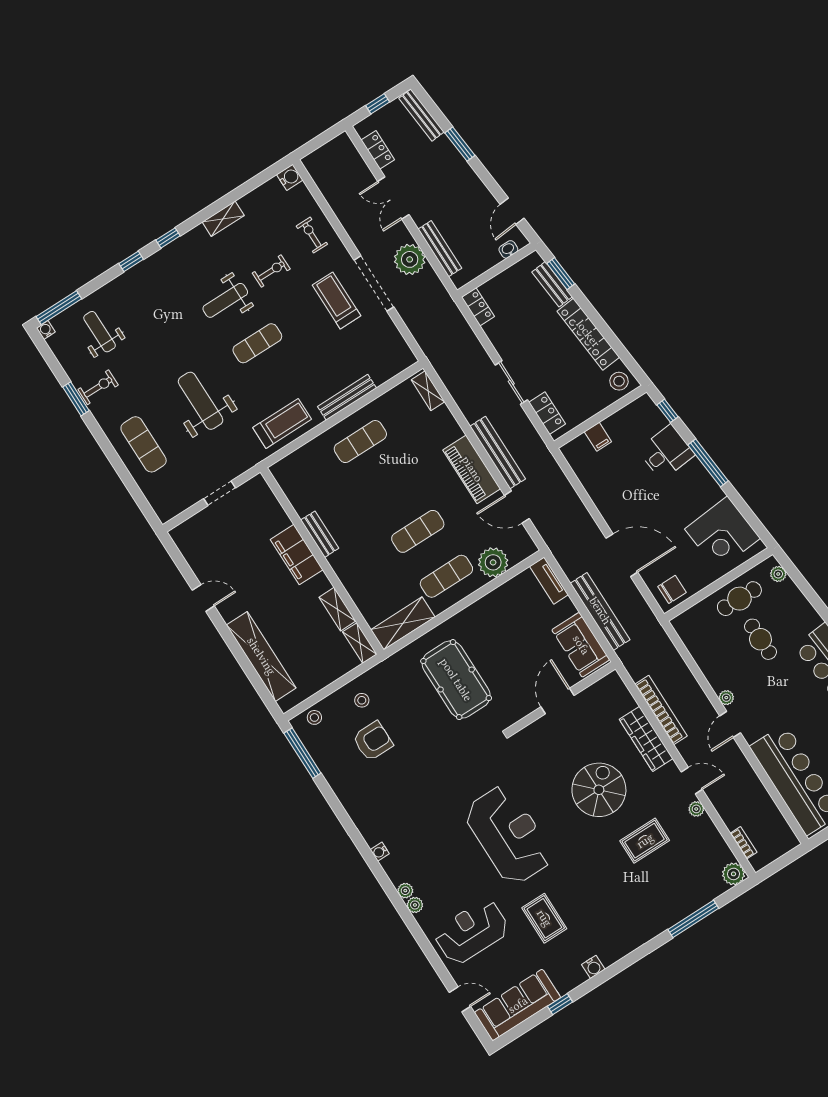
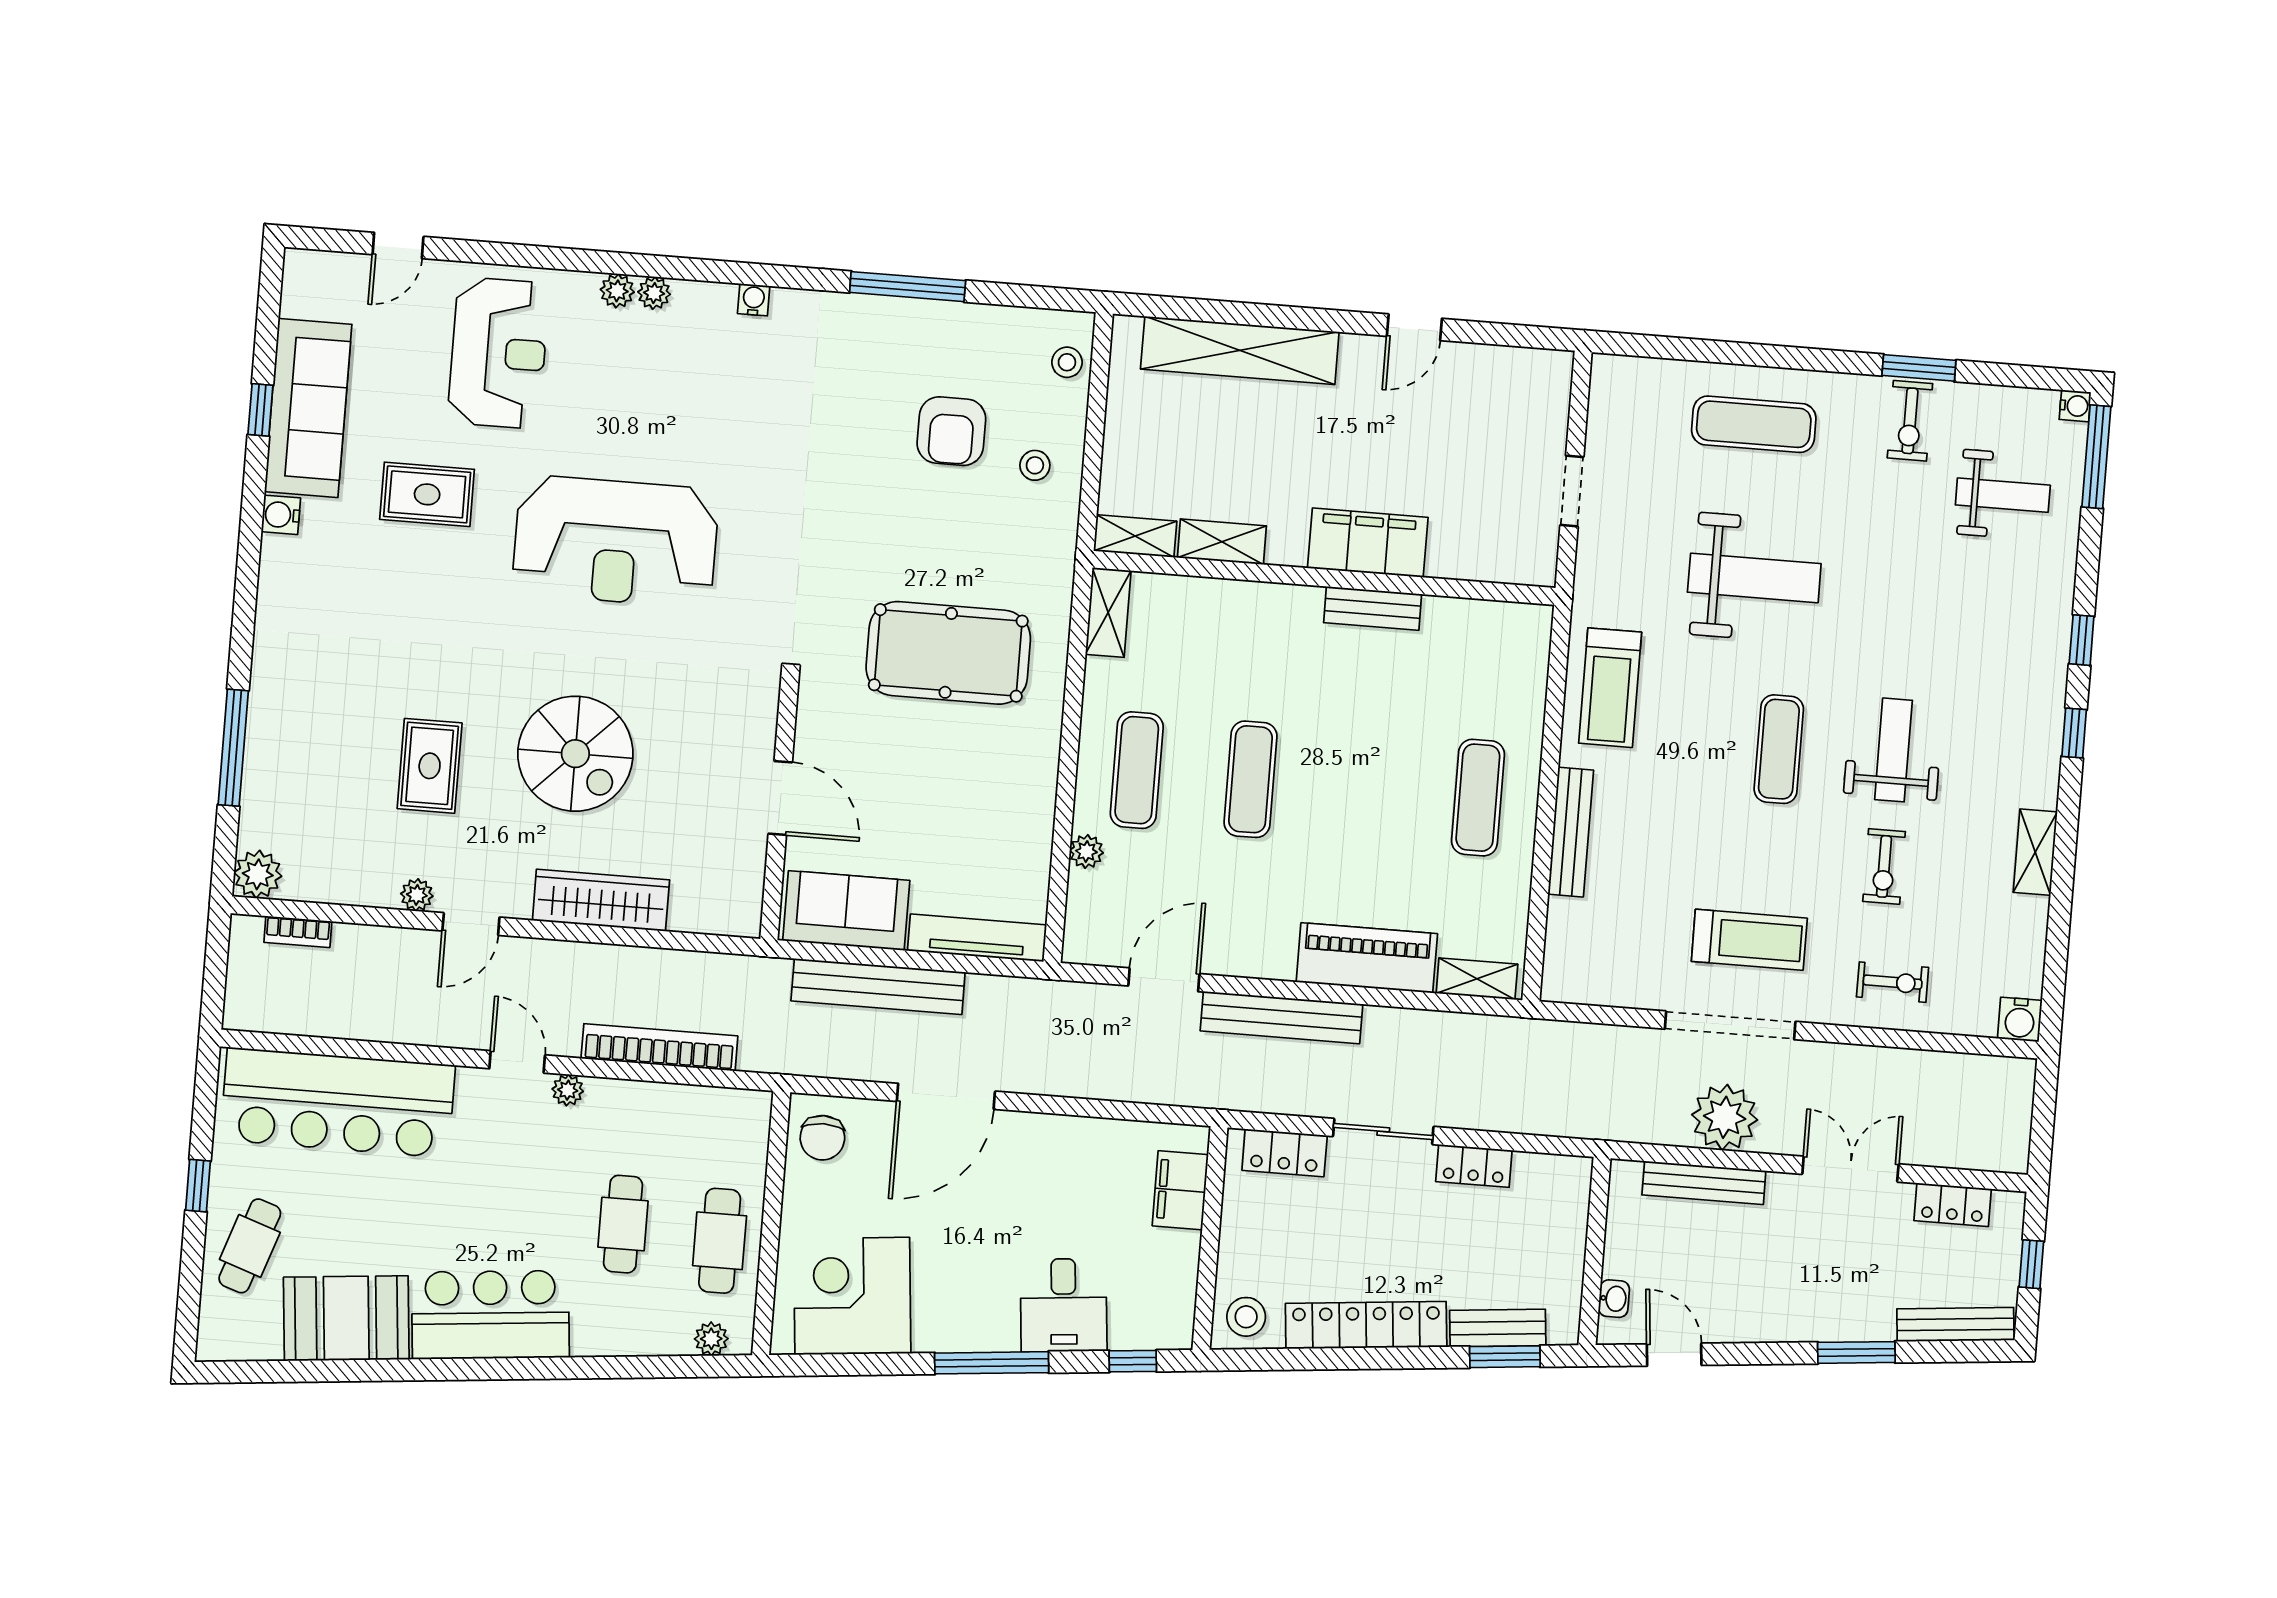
locker: (478, 307) -> (1474, 1166), moved
filing cabinet: (598, 437) -> (1180, 1190), width x2.00
piano: (472, 469) -> (1367, 958), moved
plant: (493, 562) -> (1086, 852), width x0.53, depth x0.53
tv unit: (549, 581) -> (977, 938), width x1.41
shelving: (403, 623) -> (1108, 612), width x0.67, depth x0.75
cafe table: (760, 639) -> (623, 1224), turned 90
bookcase: (661, 710) -> (659, 1047), moved, turned 180
window: (302, 753) -> (908, 287), moved
sofa: (518, 1005) -> (308, 408), moved

